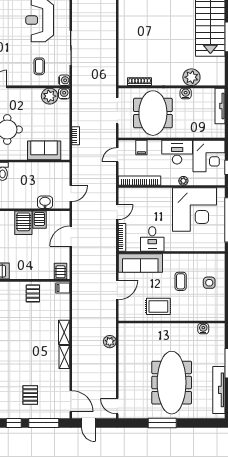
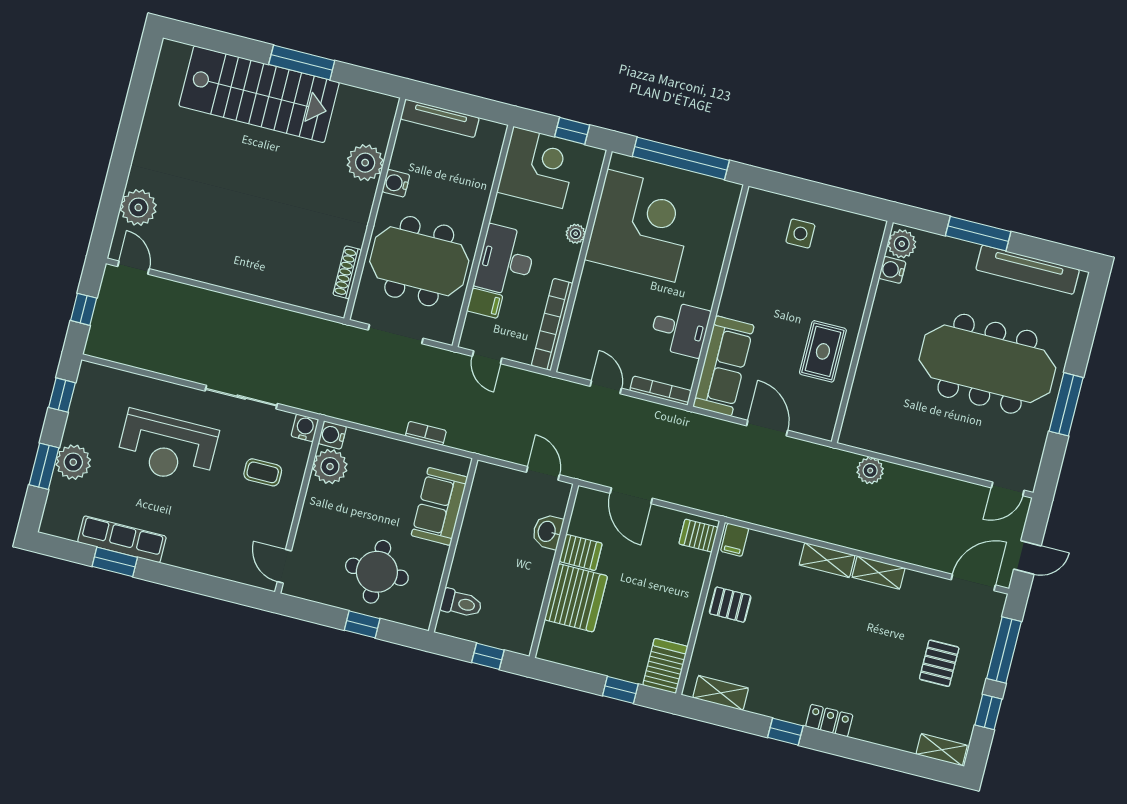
desk: (177, 152) -> (506, 261), moved
server rack: (23, 223) -> (576, 598), width x1.60
coffee table: (181, 281) -> (782, 292), removed
plant: (216, 330) -> (902, 244), added
pallet: (30, 395) -> (939, 663), turned 90

